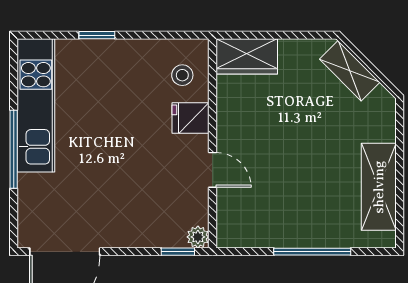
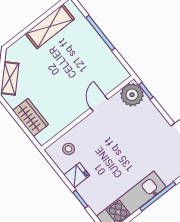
wardrobe: (247, 56) -> (31, 117), moved
fridge: (191, 118) -> (77, 175), moved, turned -90
plant: (198, 237) -> (132, 95), width x1.88, depth x1.88

